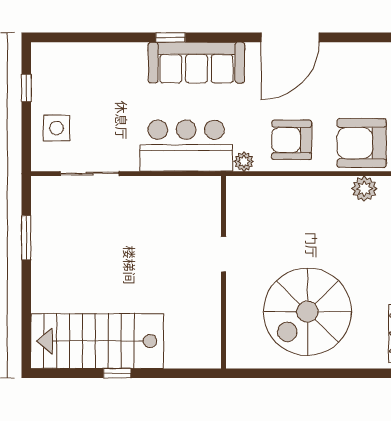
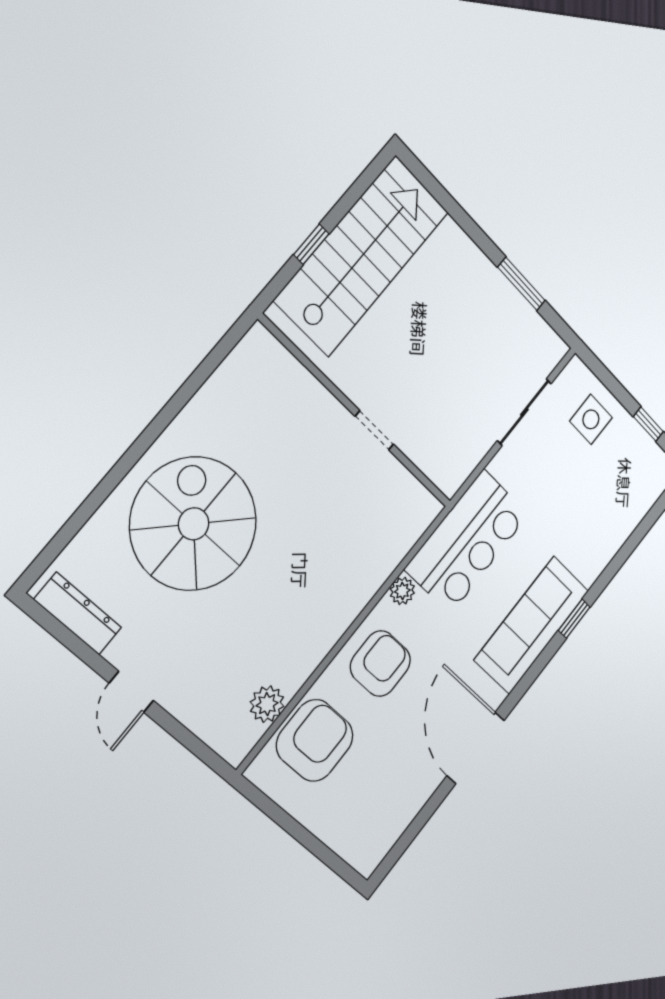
doorway: (224, 254) -> (374, 430), moved
wall: (224, 272) -> (357, 413), moved

